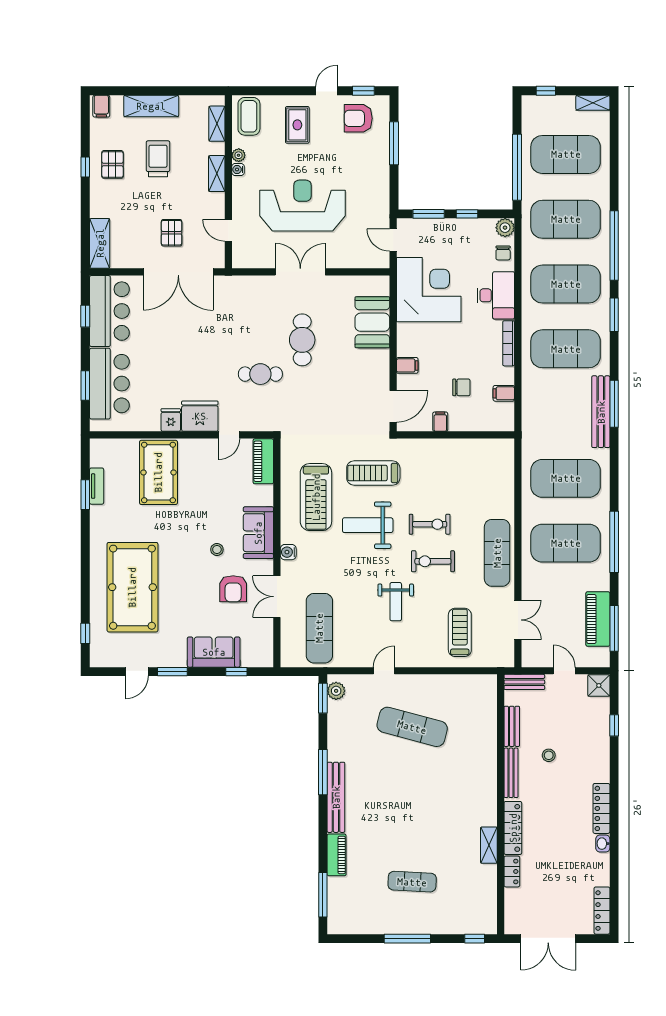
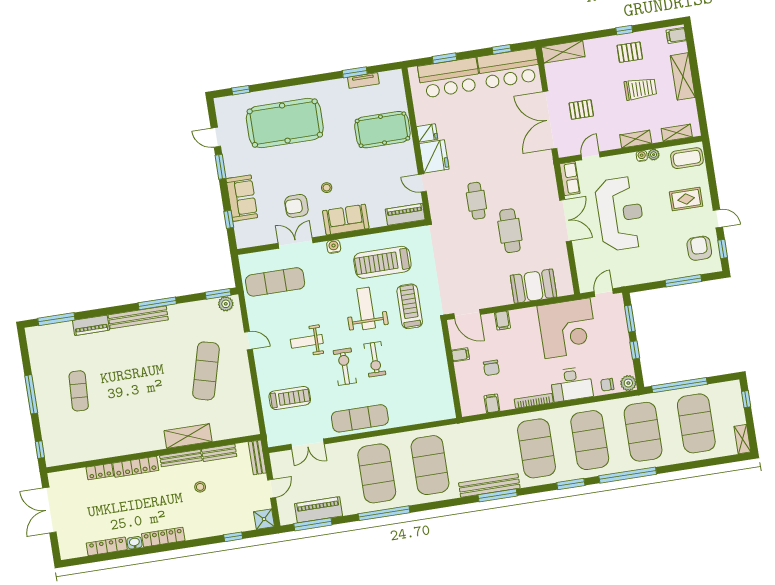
row of seats: (251, 259) -> (570, 179), added
cafe table: (302, 340) -> (510, 231), turned 90
shelving: (489, 845) -> (188, 436), moved, width x1.50, depth x1.33
locker: (602, 911) -> (107, 546), moved

